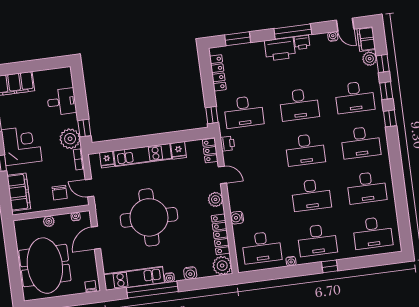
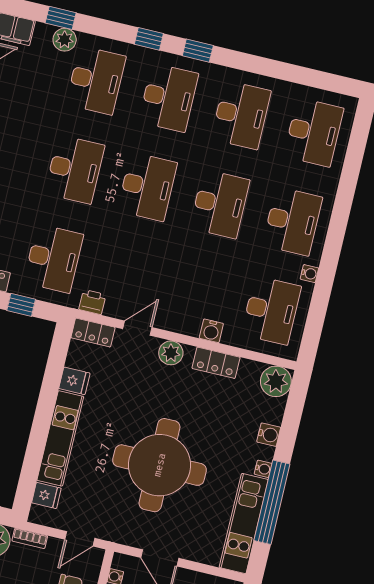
plant: (370, 59) -> (65, 40), moved
window: (386, 91) -> (198, 51), moved
window: (212, 115) -> (21, 305), moved
locker: (221, 234) -> (216, 363), width x0.66
window: (330, 266) -> (340, 217), removed

